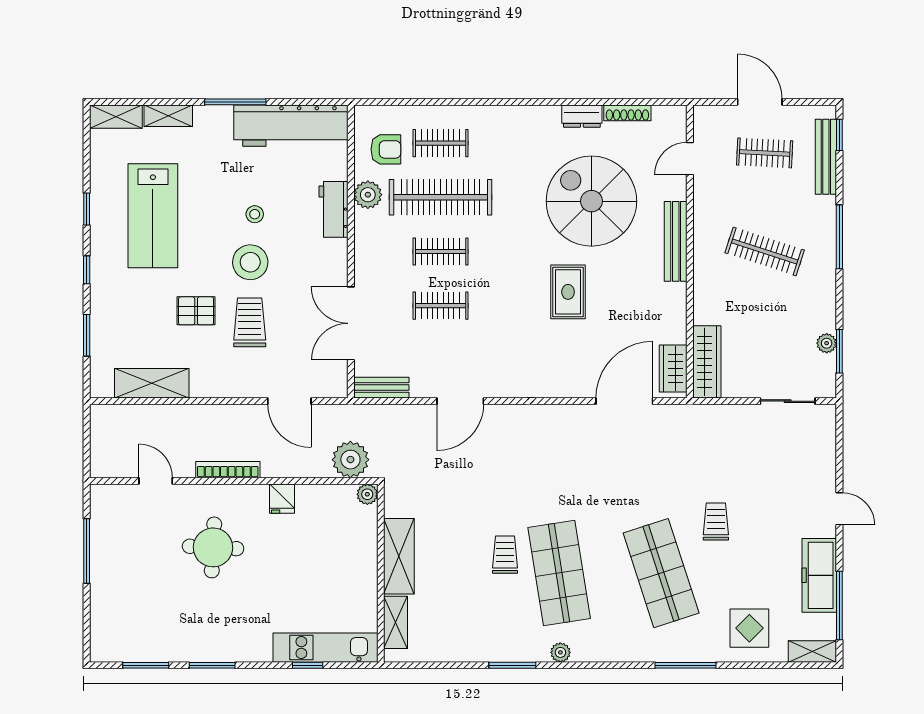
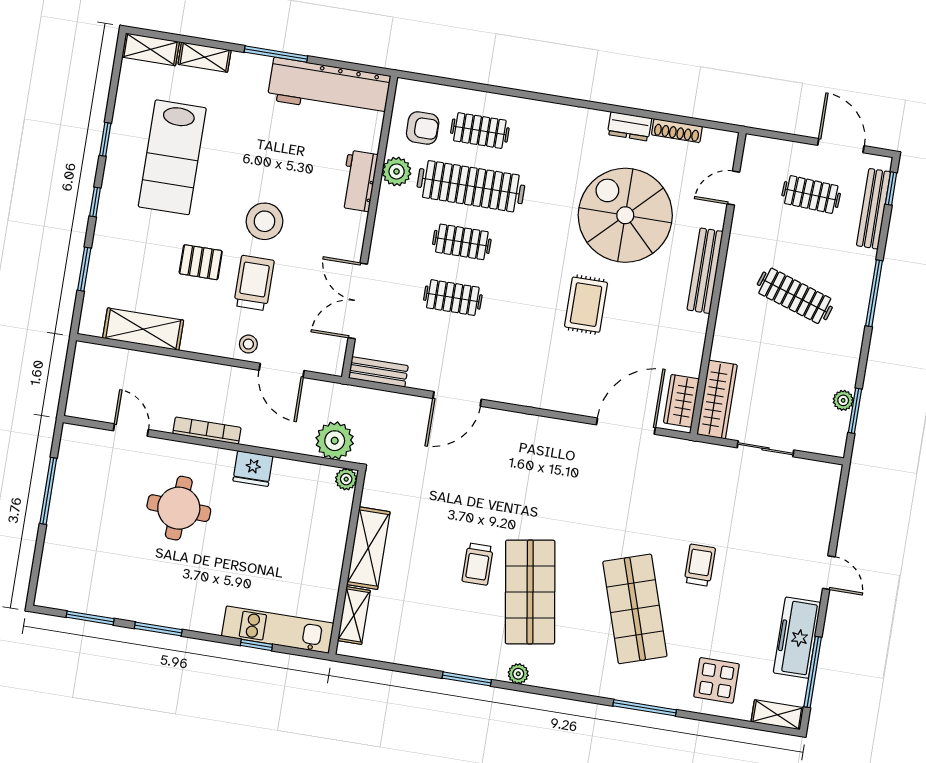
door: (760, 102) -> (841, 146), moved
stool: (255, 214) -> (248, 344), moved
sliding door: (788, 401) -> (766, 449), moved
fridge: (282, 499) -> (253, 469), width x1.38
trolley: (505, 555) -> (478, 564), turned 180

